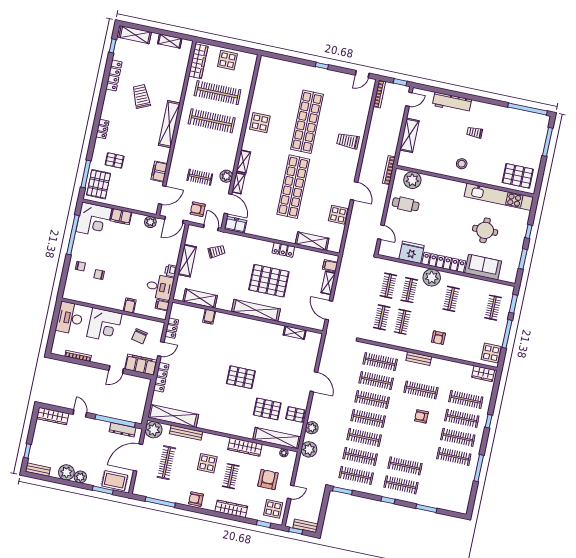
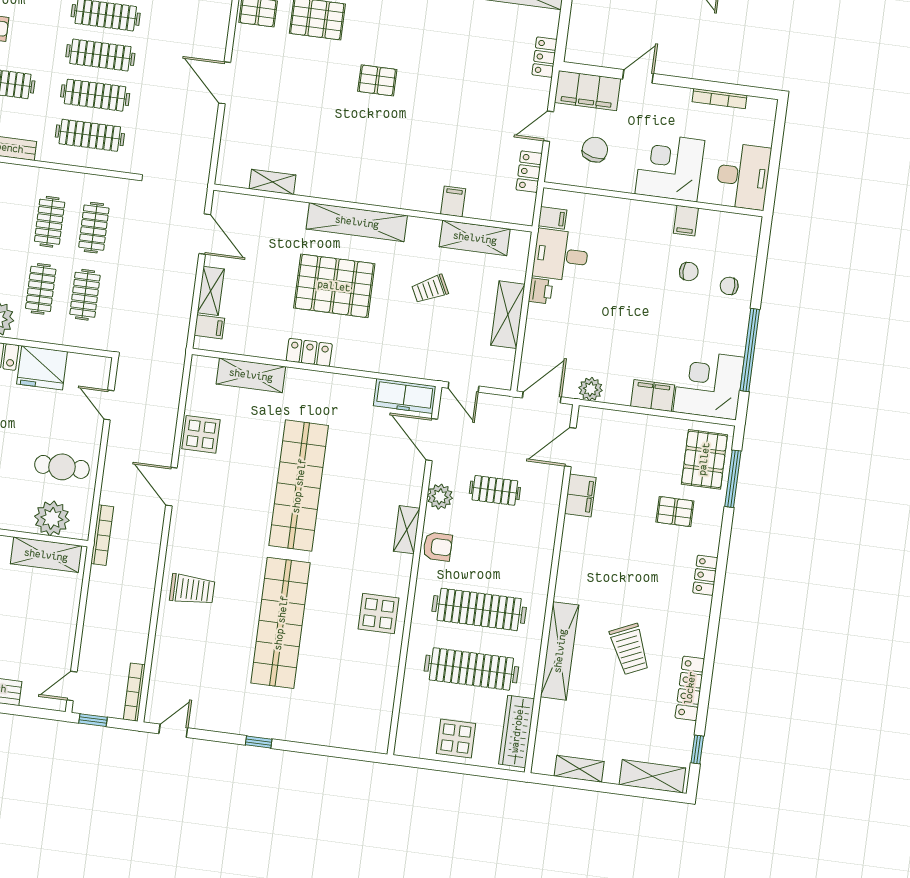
shelving: (169, 124) -> (560, 651), moved
shelving: (409, 135) -> (46, 555), moved, turned 90
shelving: (238, 183) -> (413, 484), removed
armchair: (198, 209) -> (438, 547), moved
freezer: (235, 225) -> (405, 396), width x1.40
trolley: (217, 251) -> (430, 289), moved
filing cabinet: (130, 305) -> (686, 221), moved
locker: (161, 377) -> (545, 57), width x0.66
pallet: (241, 377) -> (377, 80), width x0.67, depth x0.71

